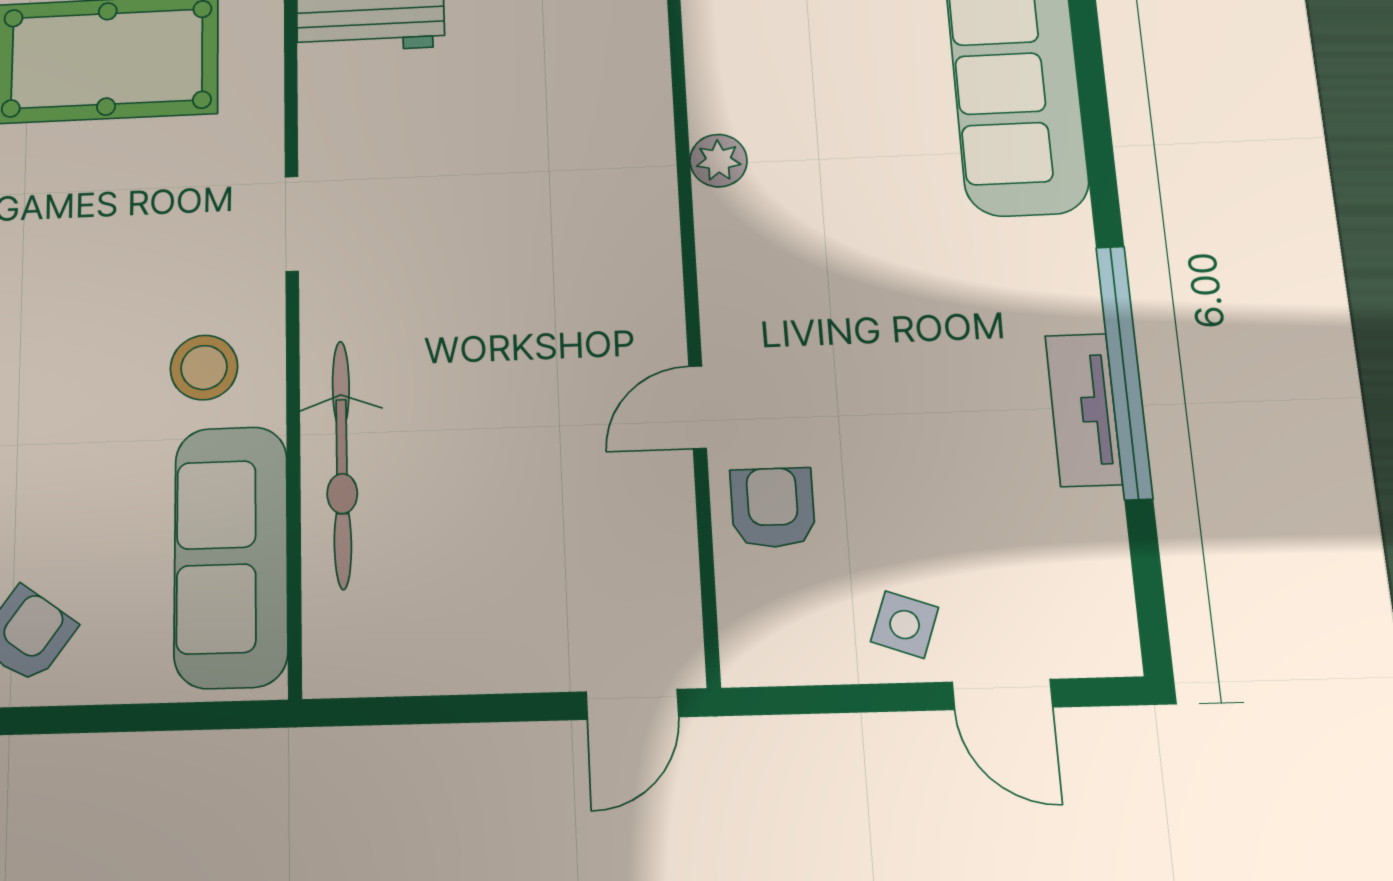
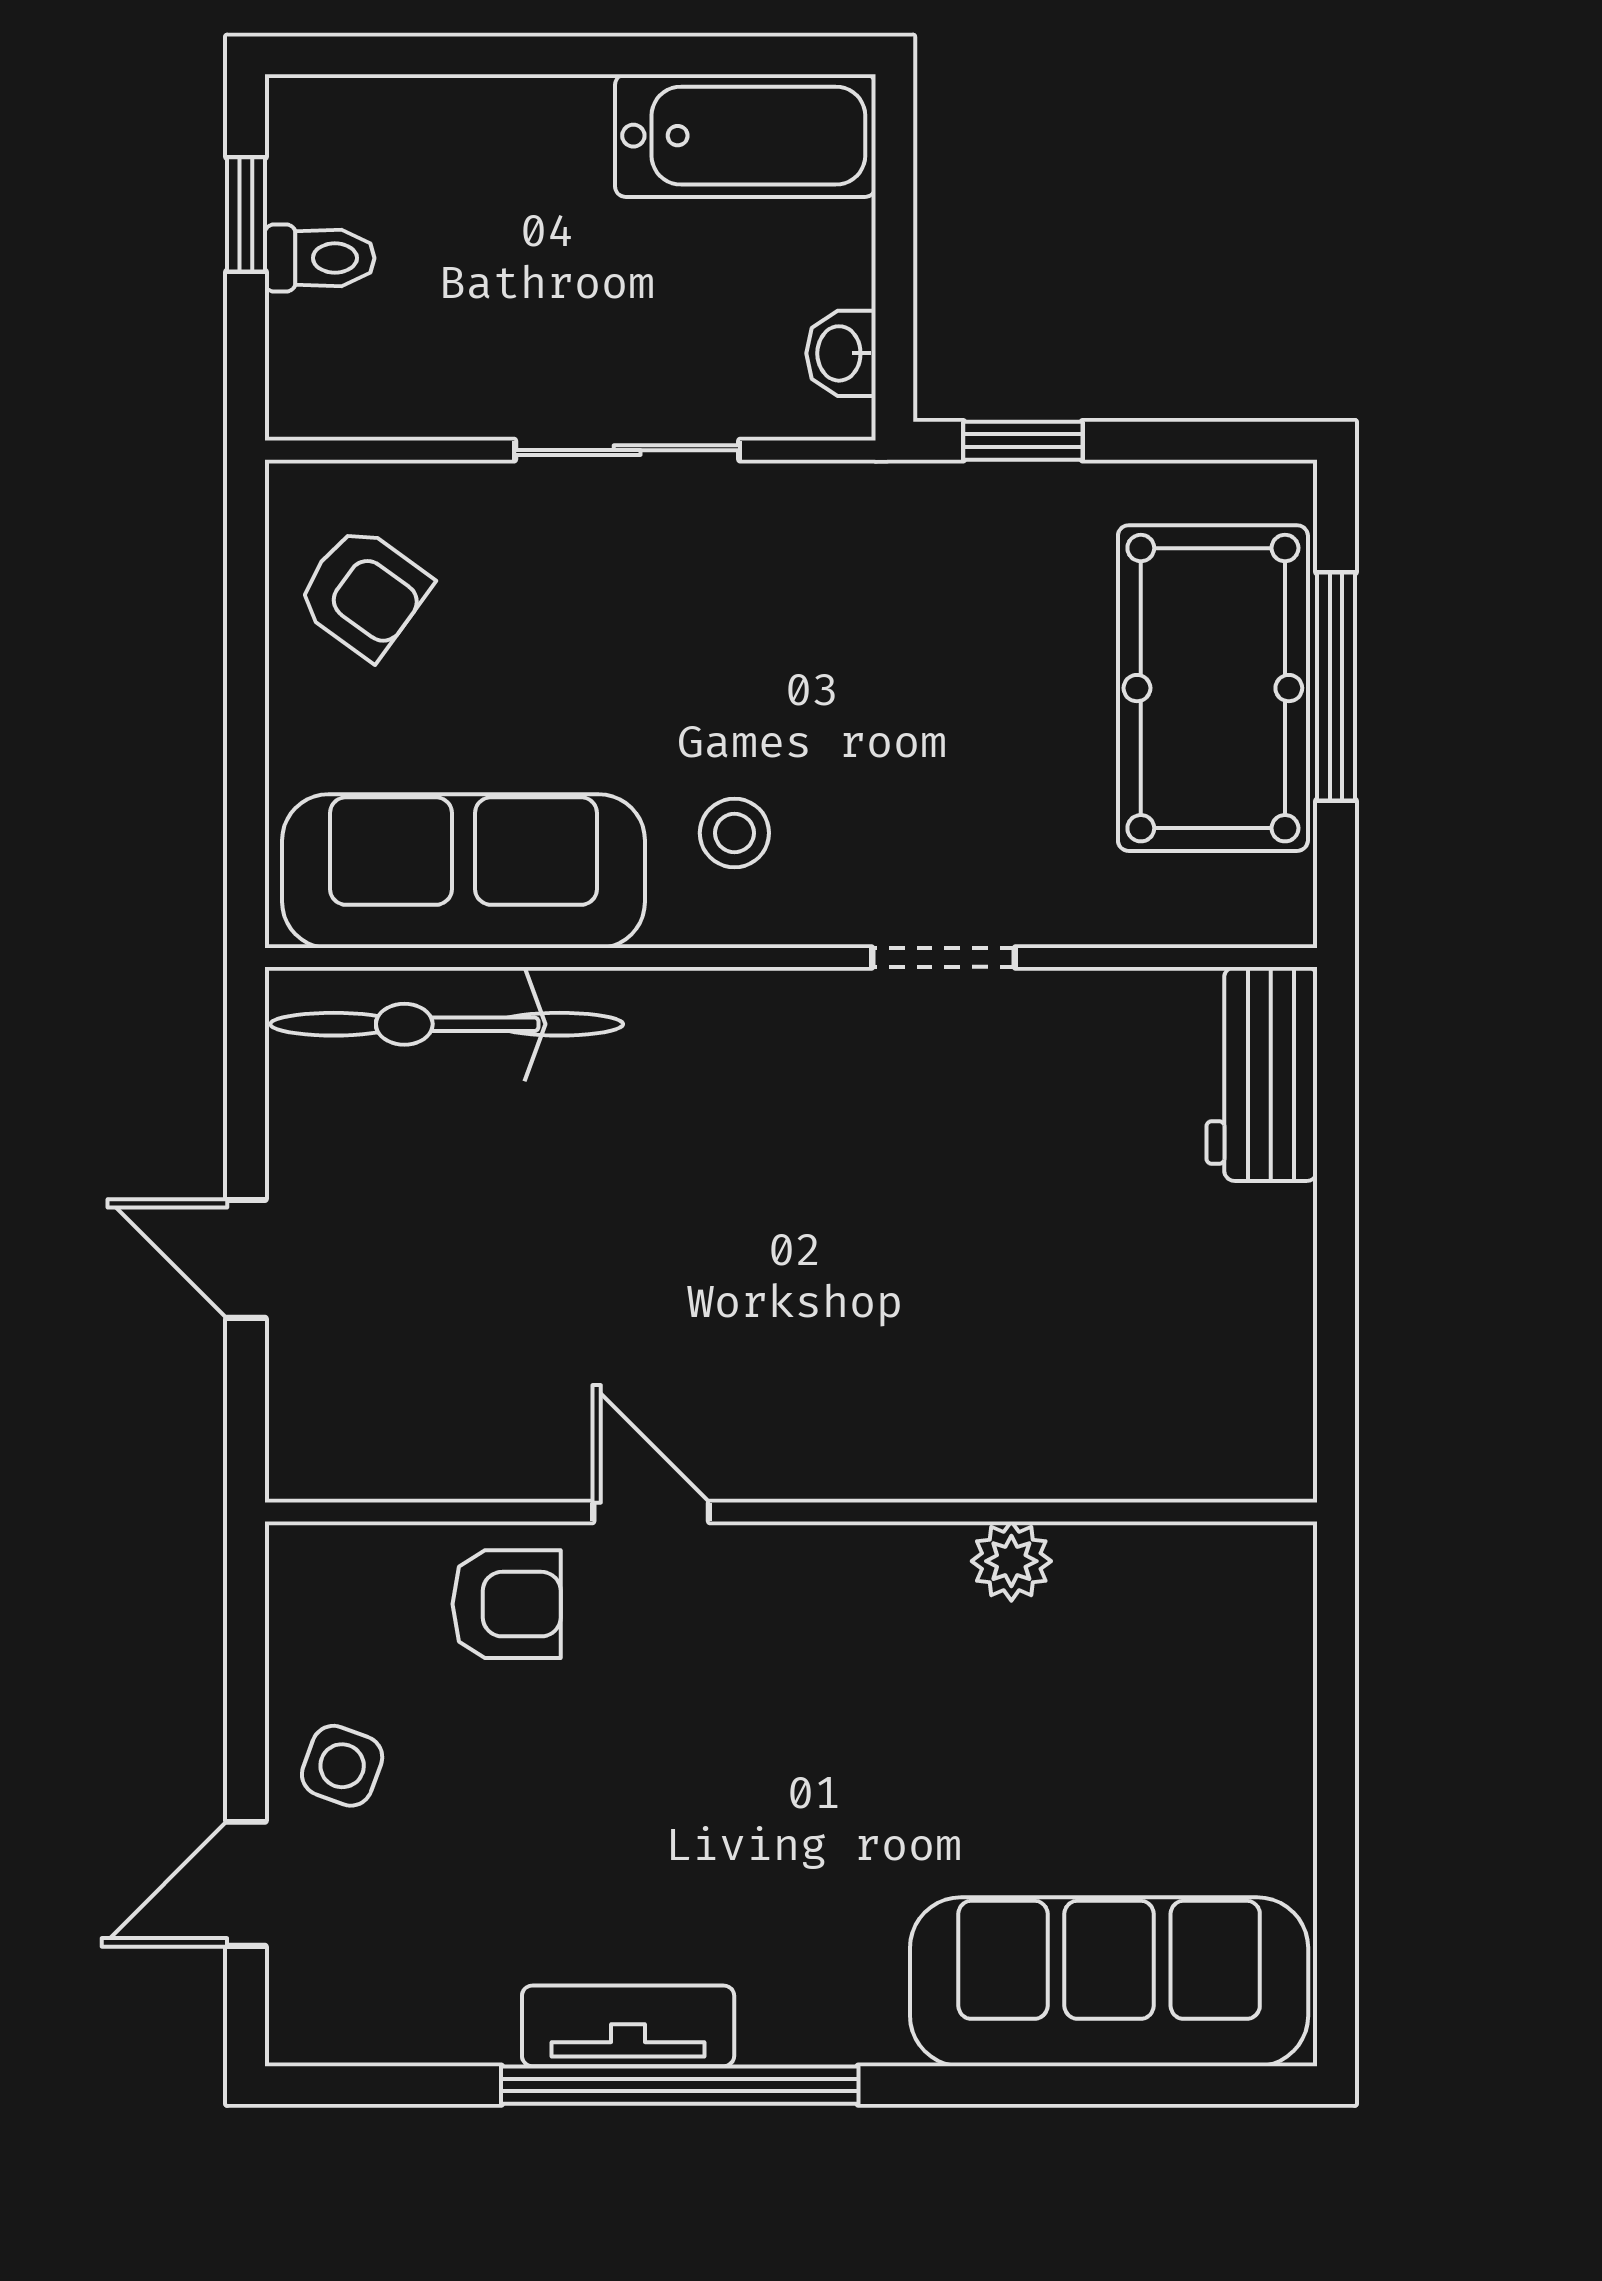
stool: (204, 368) -> (734, 833), width x0.73, depth x0.73
bicycle: (342, 464) -> (447, 1024), moved
door: (632, 704) -> (246, 1259), moved

